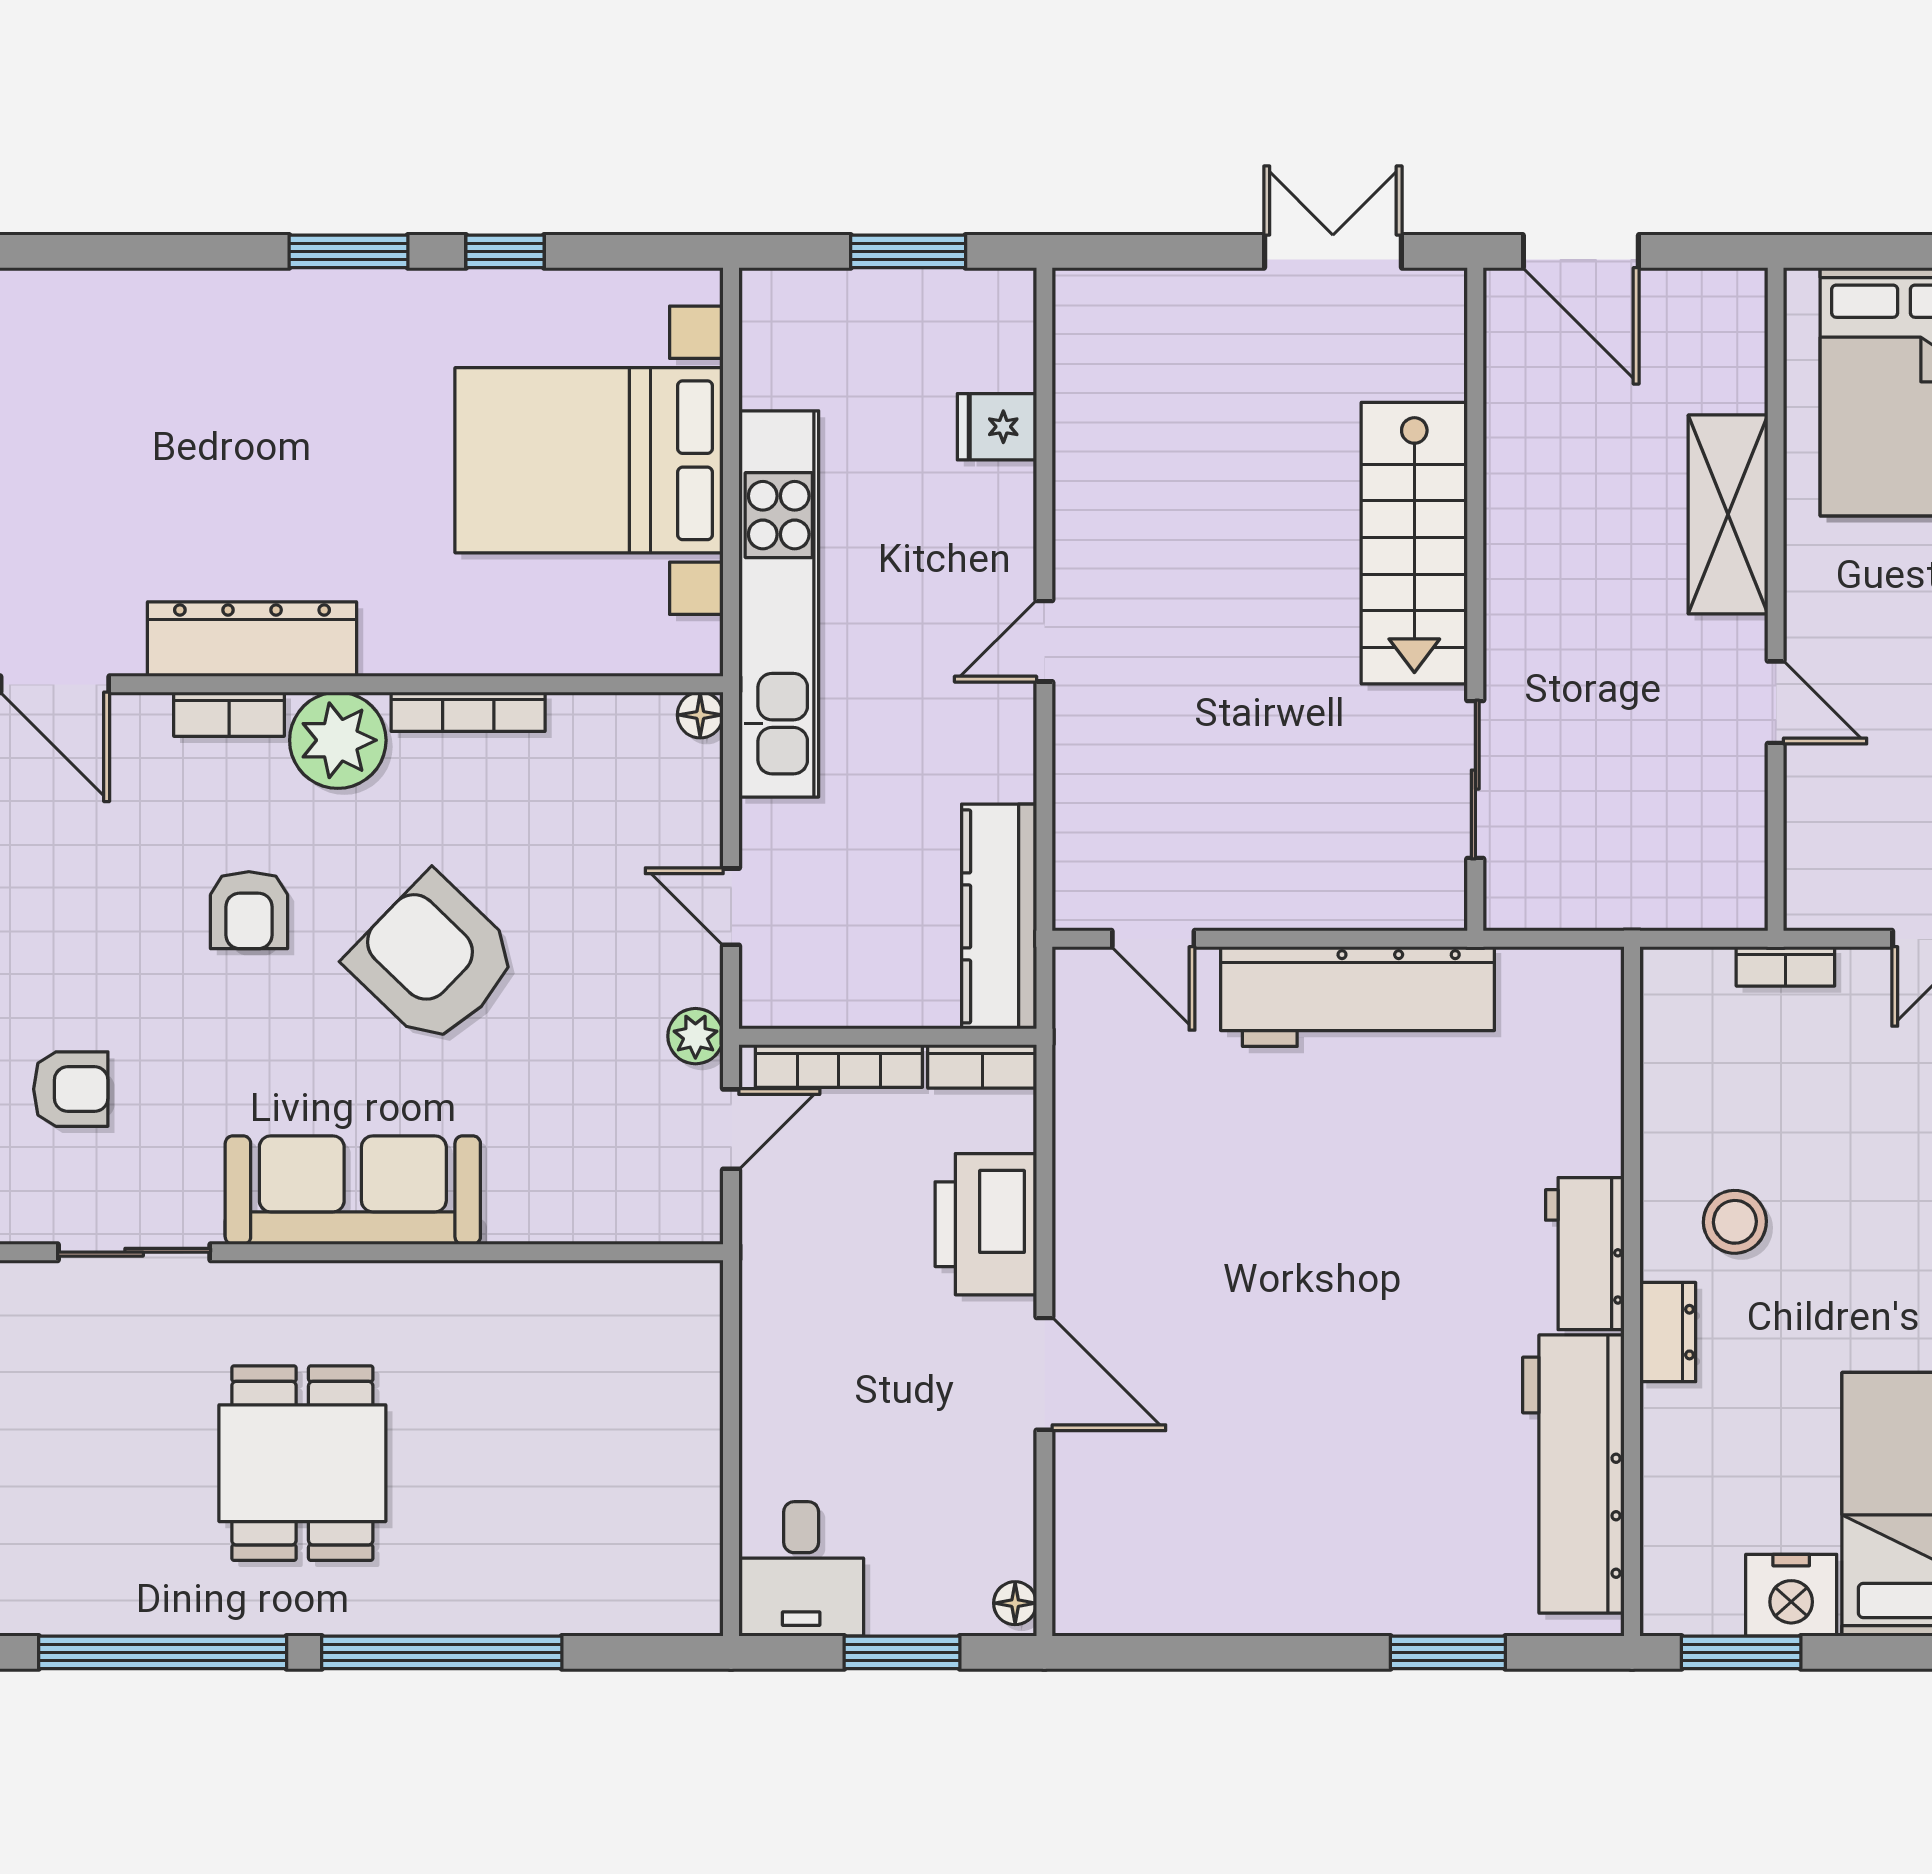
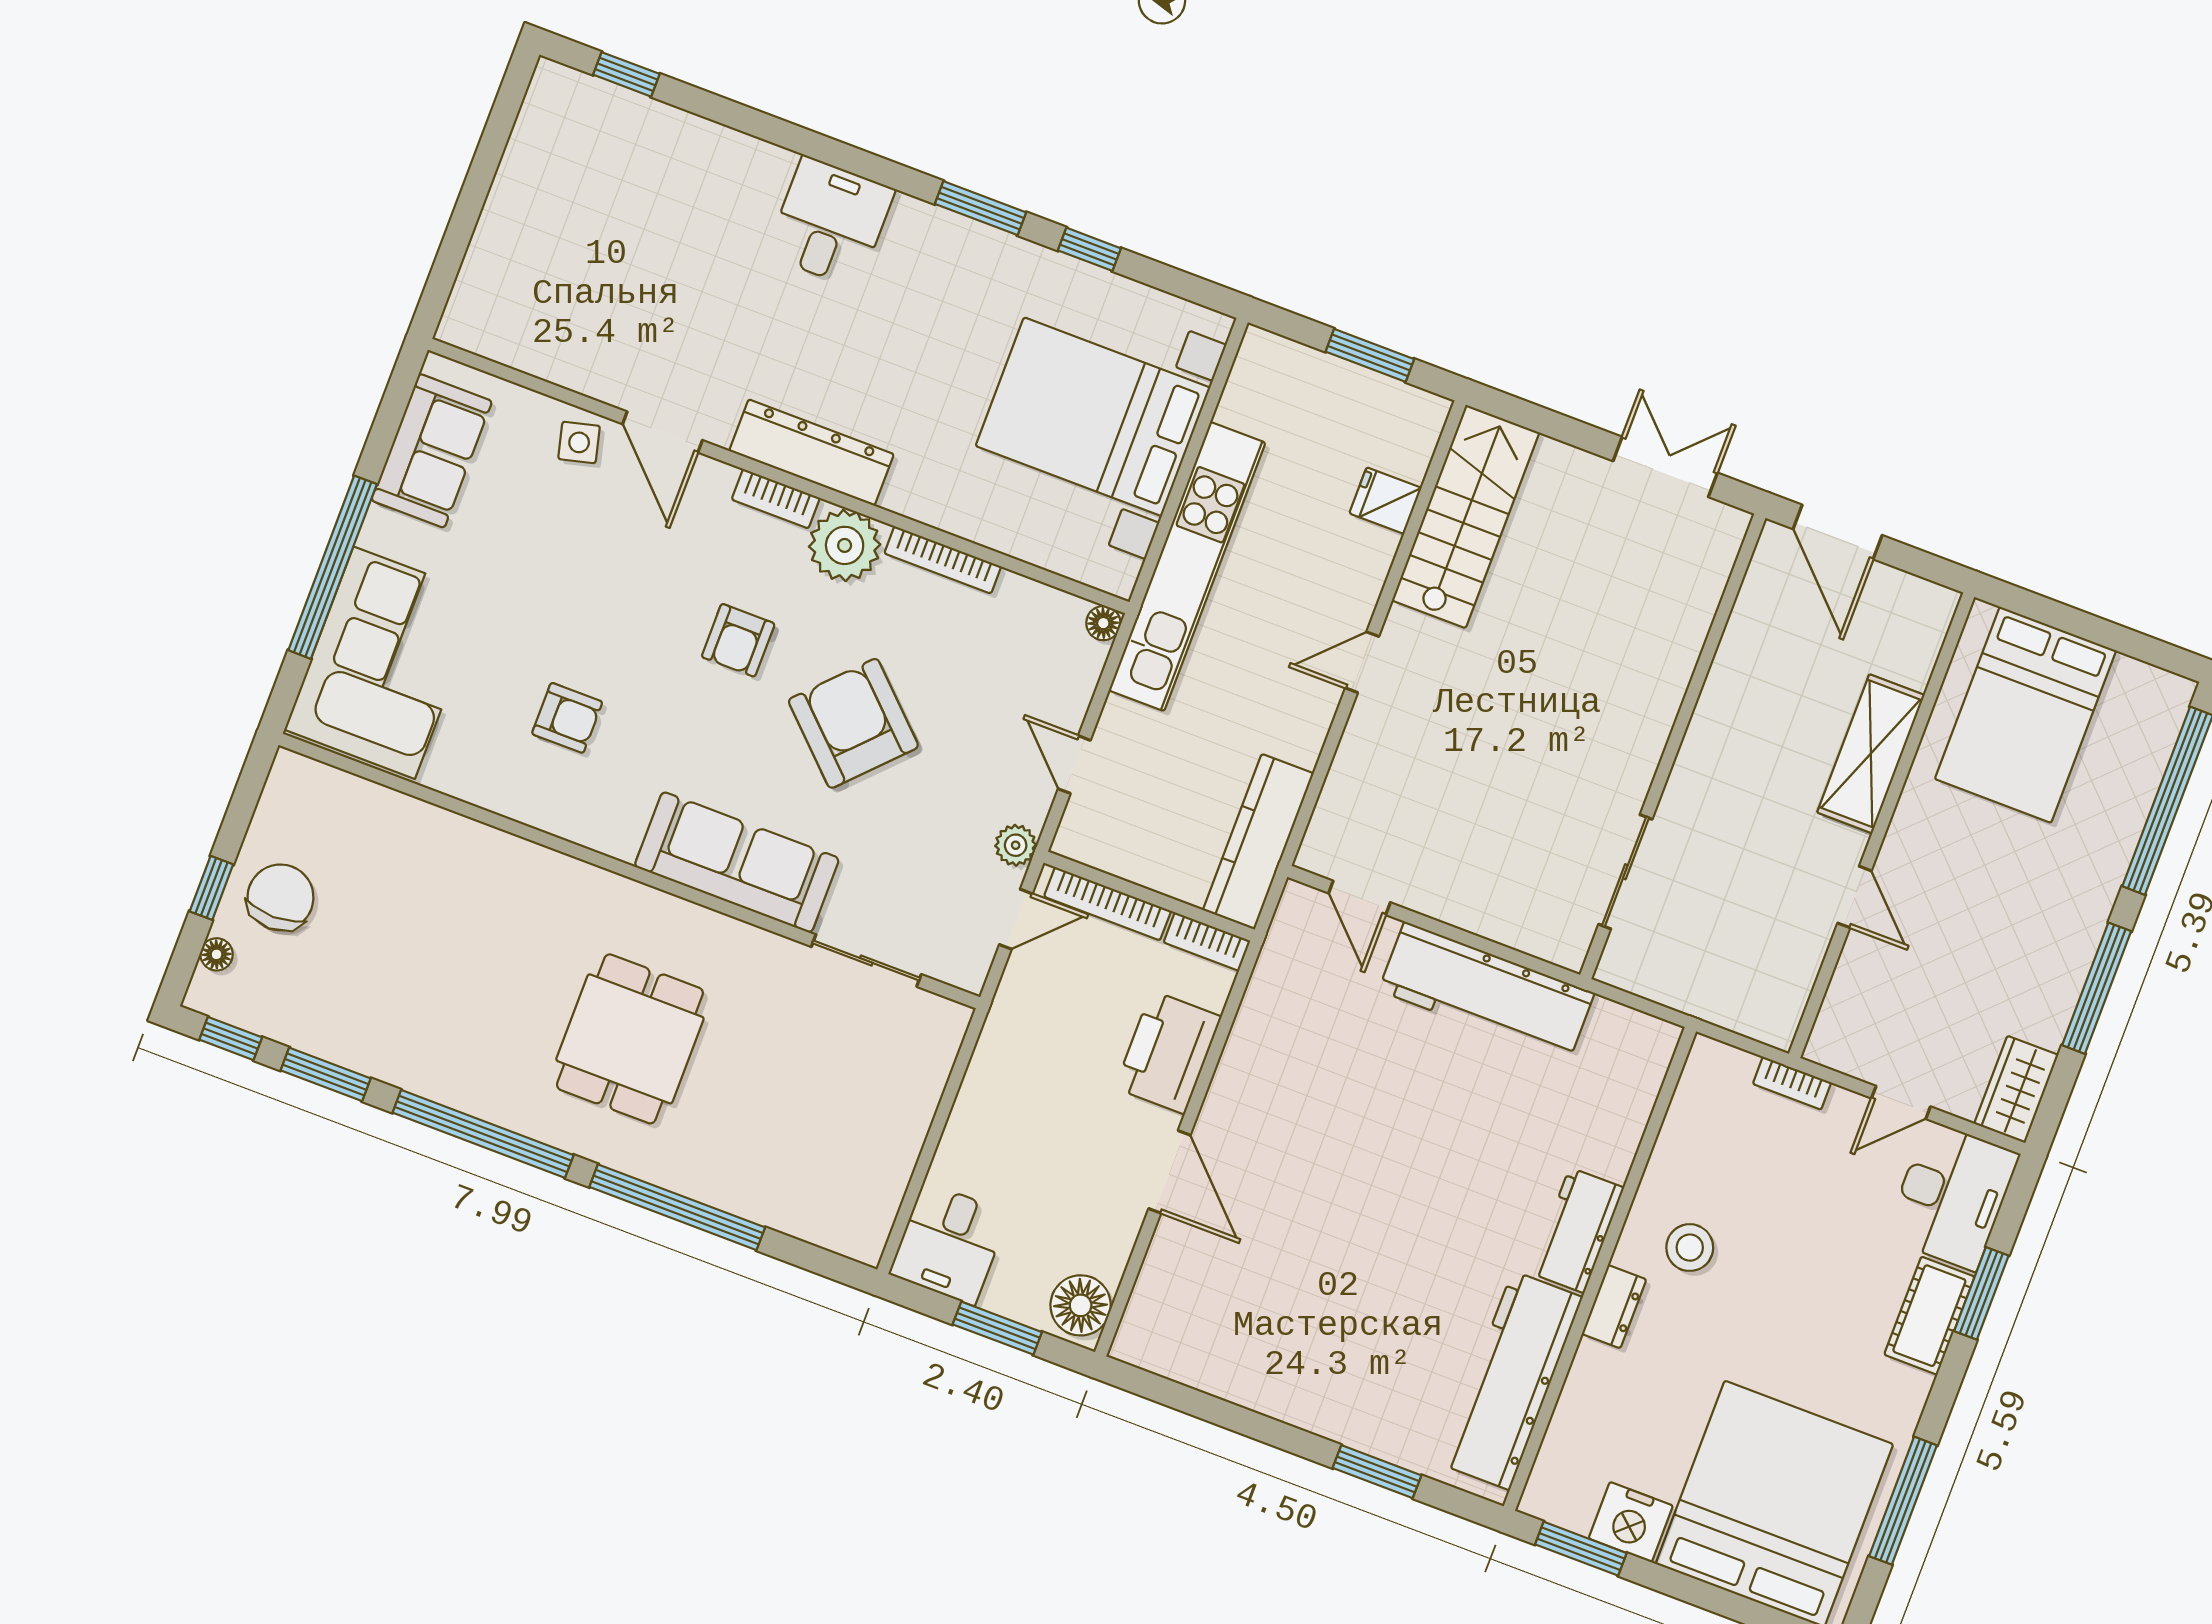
desk: (166, 340) -> (830, 222), added
stairs: (1414, 543) -> (1466, 516), moved, turned 180
sliding door: (134, 1252) -> (866, 961), moved
floor lamp: (1015, 1603) -> (1081, 1305), width x1.89, depth x1.89

